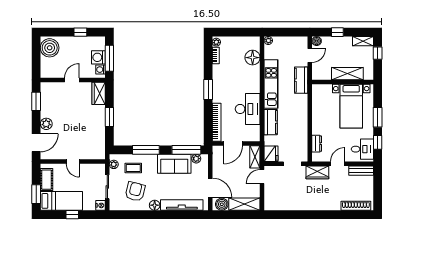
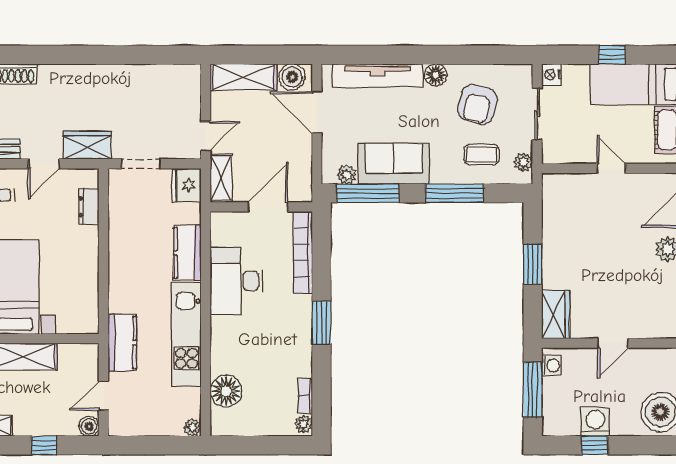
washing machine: (98, 57) -> (595, 422), moved, turned -90

